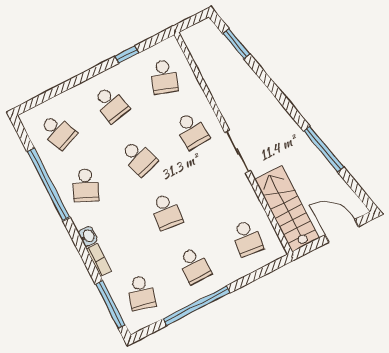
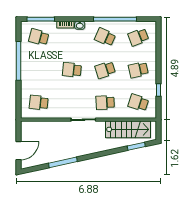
stairs: (287, 209) -> (128, 129), moved
school desk: (194, 265) -> (39, 70), removed

